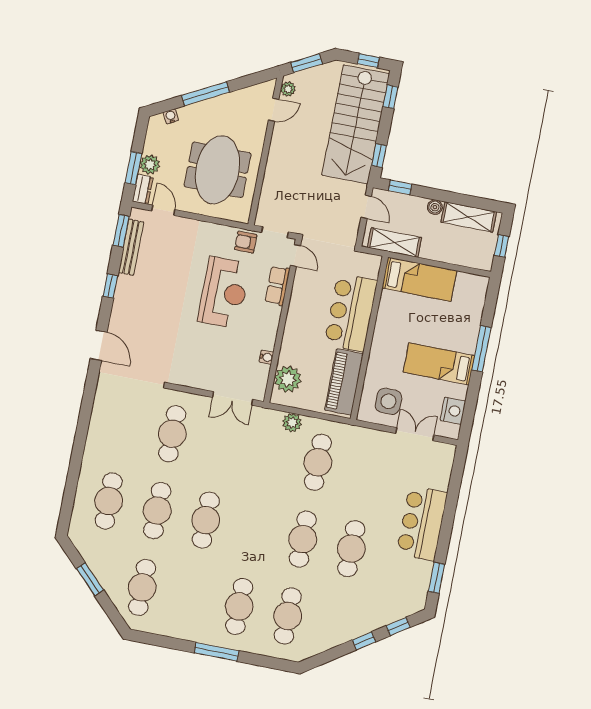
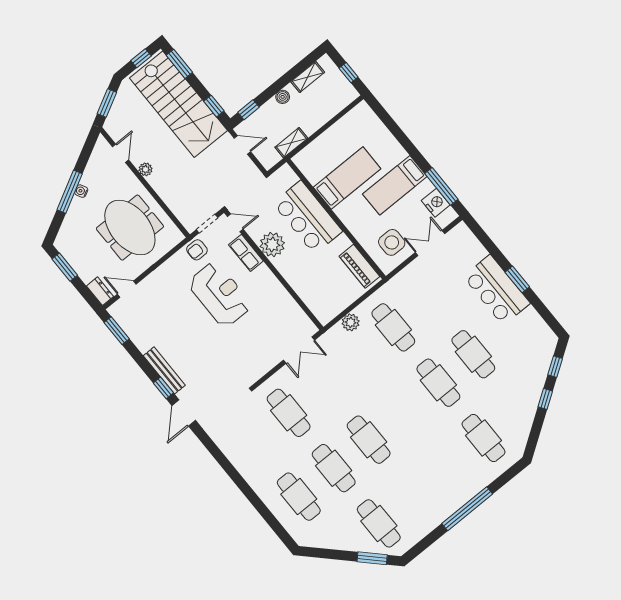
plant: (288, 89) -> (145, 169), moved
window: (390, 97) -> (179, 64), width x1.50
water cooler: (171, 116) -> (81, 191), moved
plant: (150, 165) -> (87, 272), removed
window: (133, 168) -> (65, 267), moved
shelving: (469, 217) -> (308, 77), width x0.67, depth x0.75
shelving: (395, 242) -> (291, 143), width x0.67, depth x0.75
bench: (131, 247) -> (164, 370), moved
bed: (419, 279) -> (347, 178), moved
window: (110, 286) -> (163, 388), moved
door: (99, 345) -> (184, 413), swing flipped
window: (481, 349) -> (441, 186), moved
water cooler: (266, 357) -> (290, 302), removed
plant: (288, 379) -> (272, 245), moved
piano: (344, 382) -> (359, 266), width x0.73, depth x0.75
window: (436, 578) -> (517, 279), moved
window: (90, 579) -> (372, 558), moved
cafe table: (239, 606) -> (449, 466), removed
window: (217, 652) -> (467, 509), width x1.46

